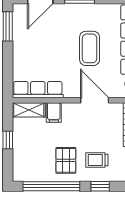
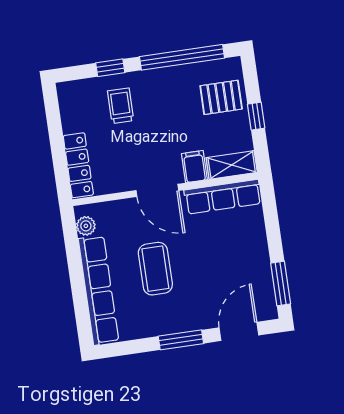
door: (95, 100) -> (157, 190), moved
pallet: (66, 160) -> (221, 97), moved, turned 90
trolley: (97, 160) -> (121, 106), turned -90

